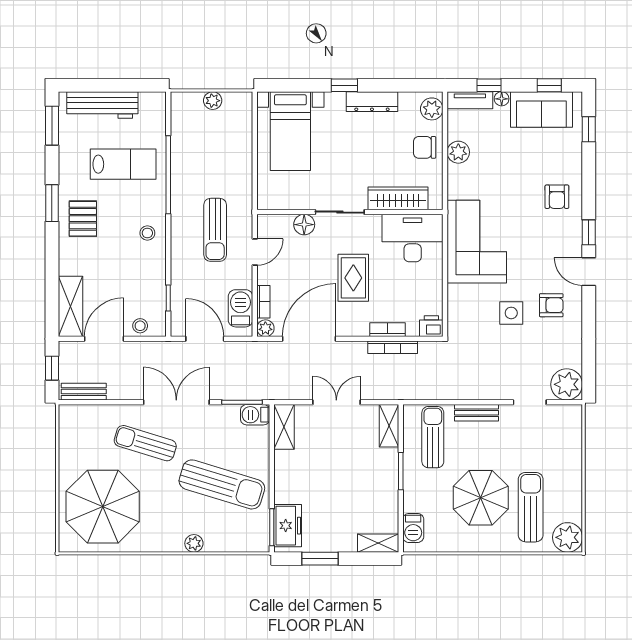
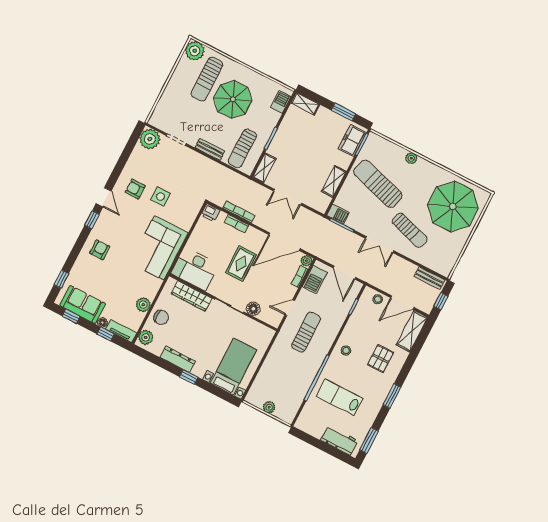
workbench: (102, 105) -> (339, 440), width x0.73
pallet: (83, 219) -> (381, 359), moved
double door: (176, 402) -> (380, 245), width x0.73
shelving: (284, 427) -> (334, 181), moved

